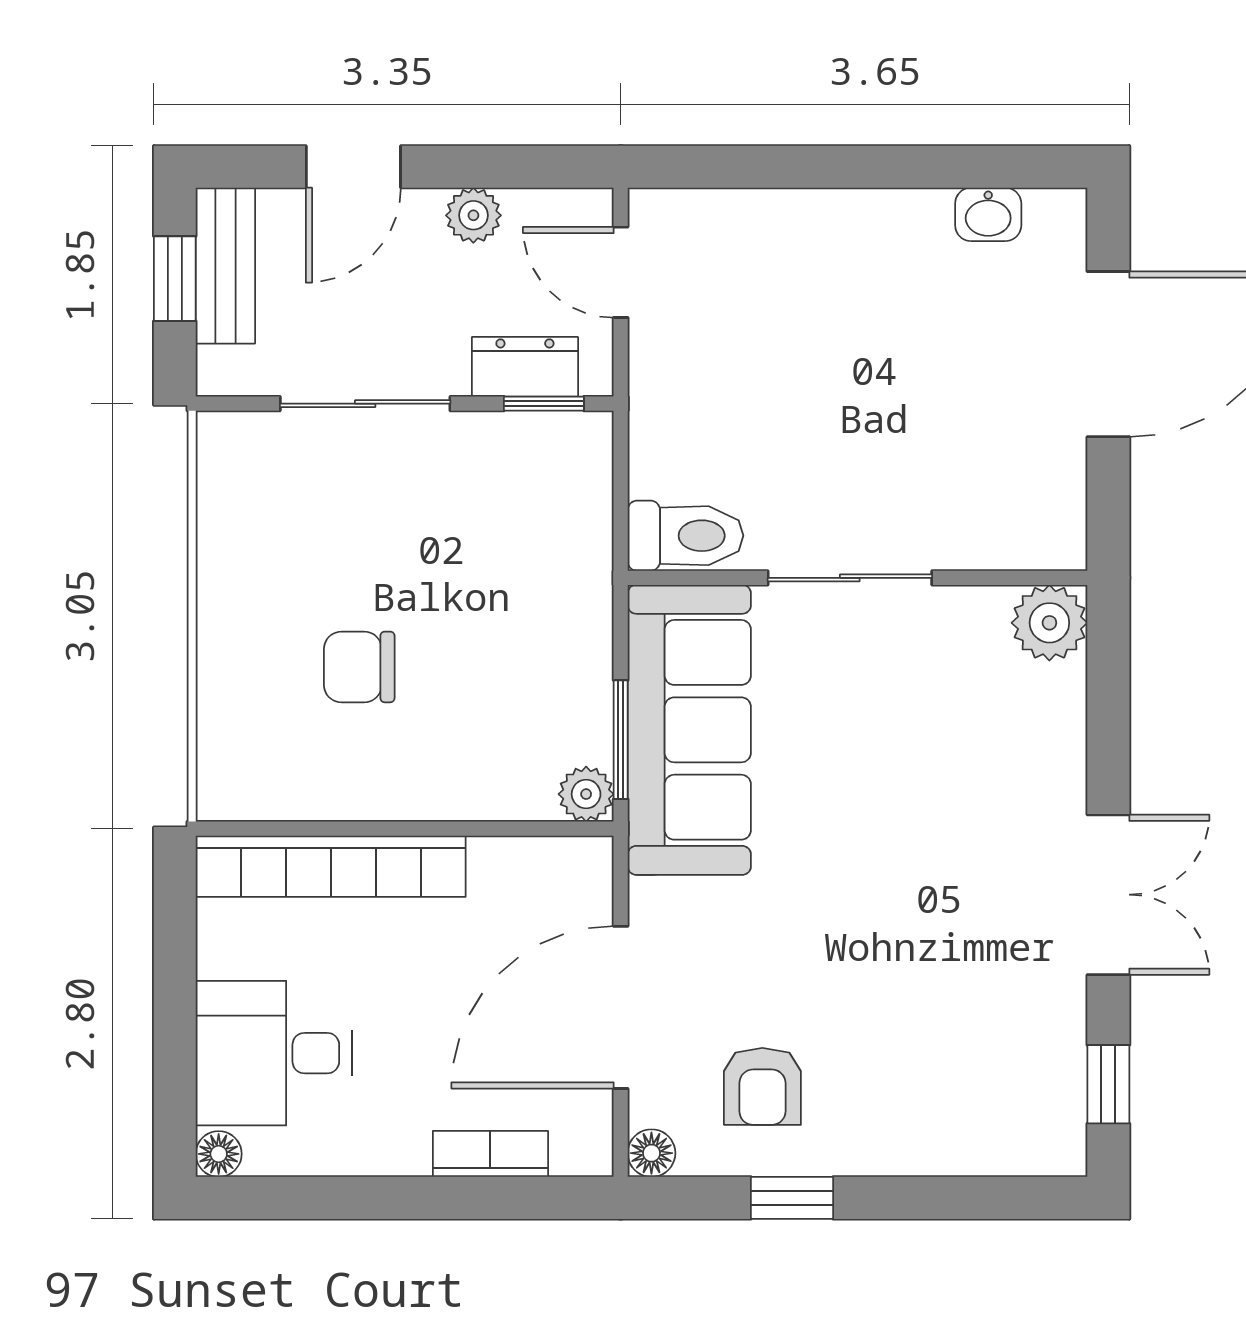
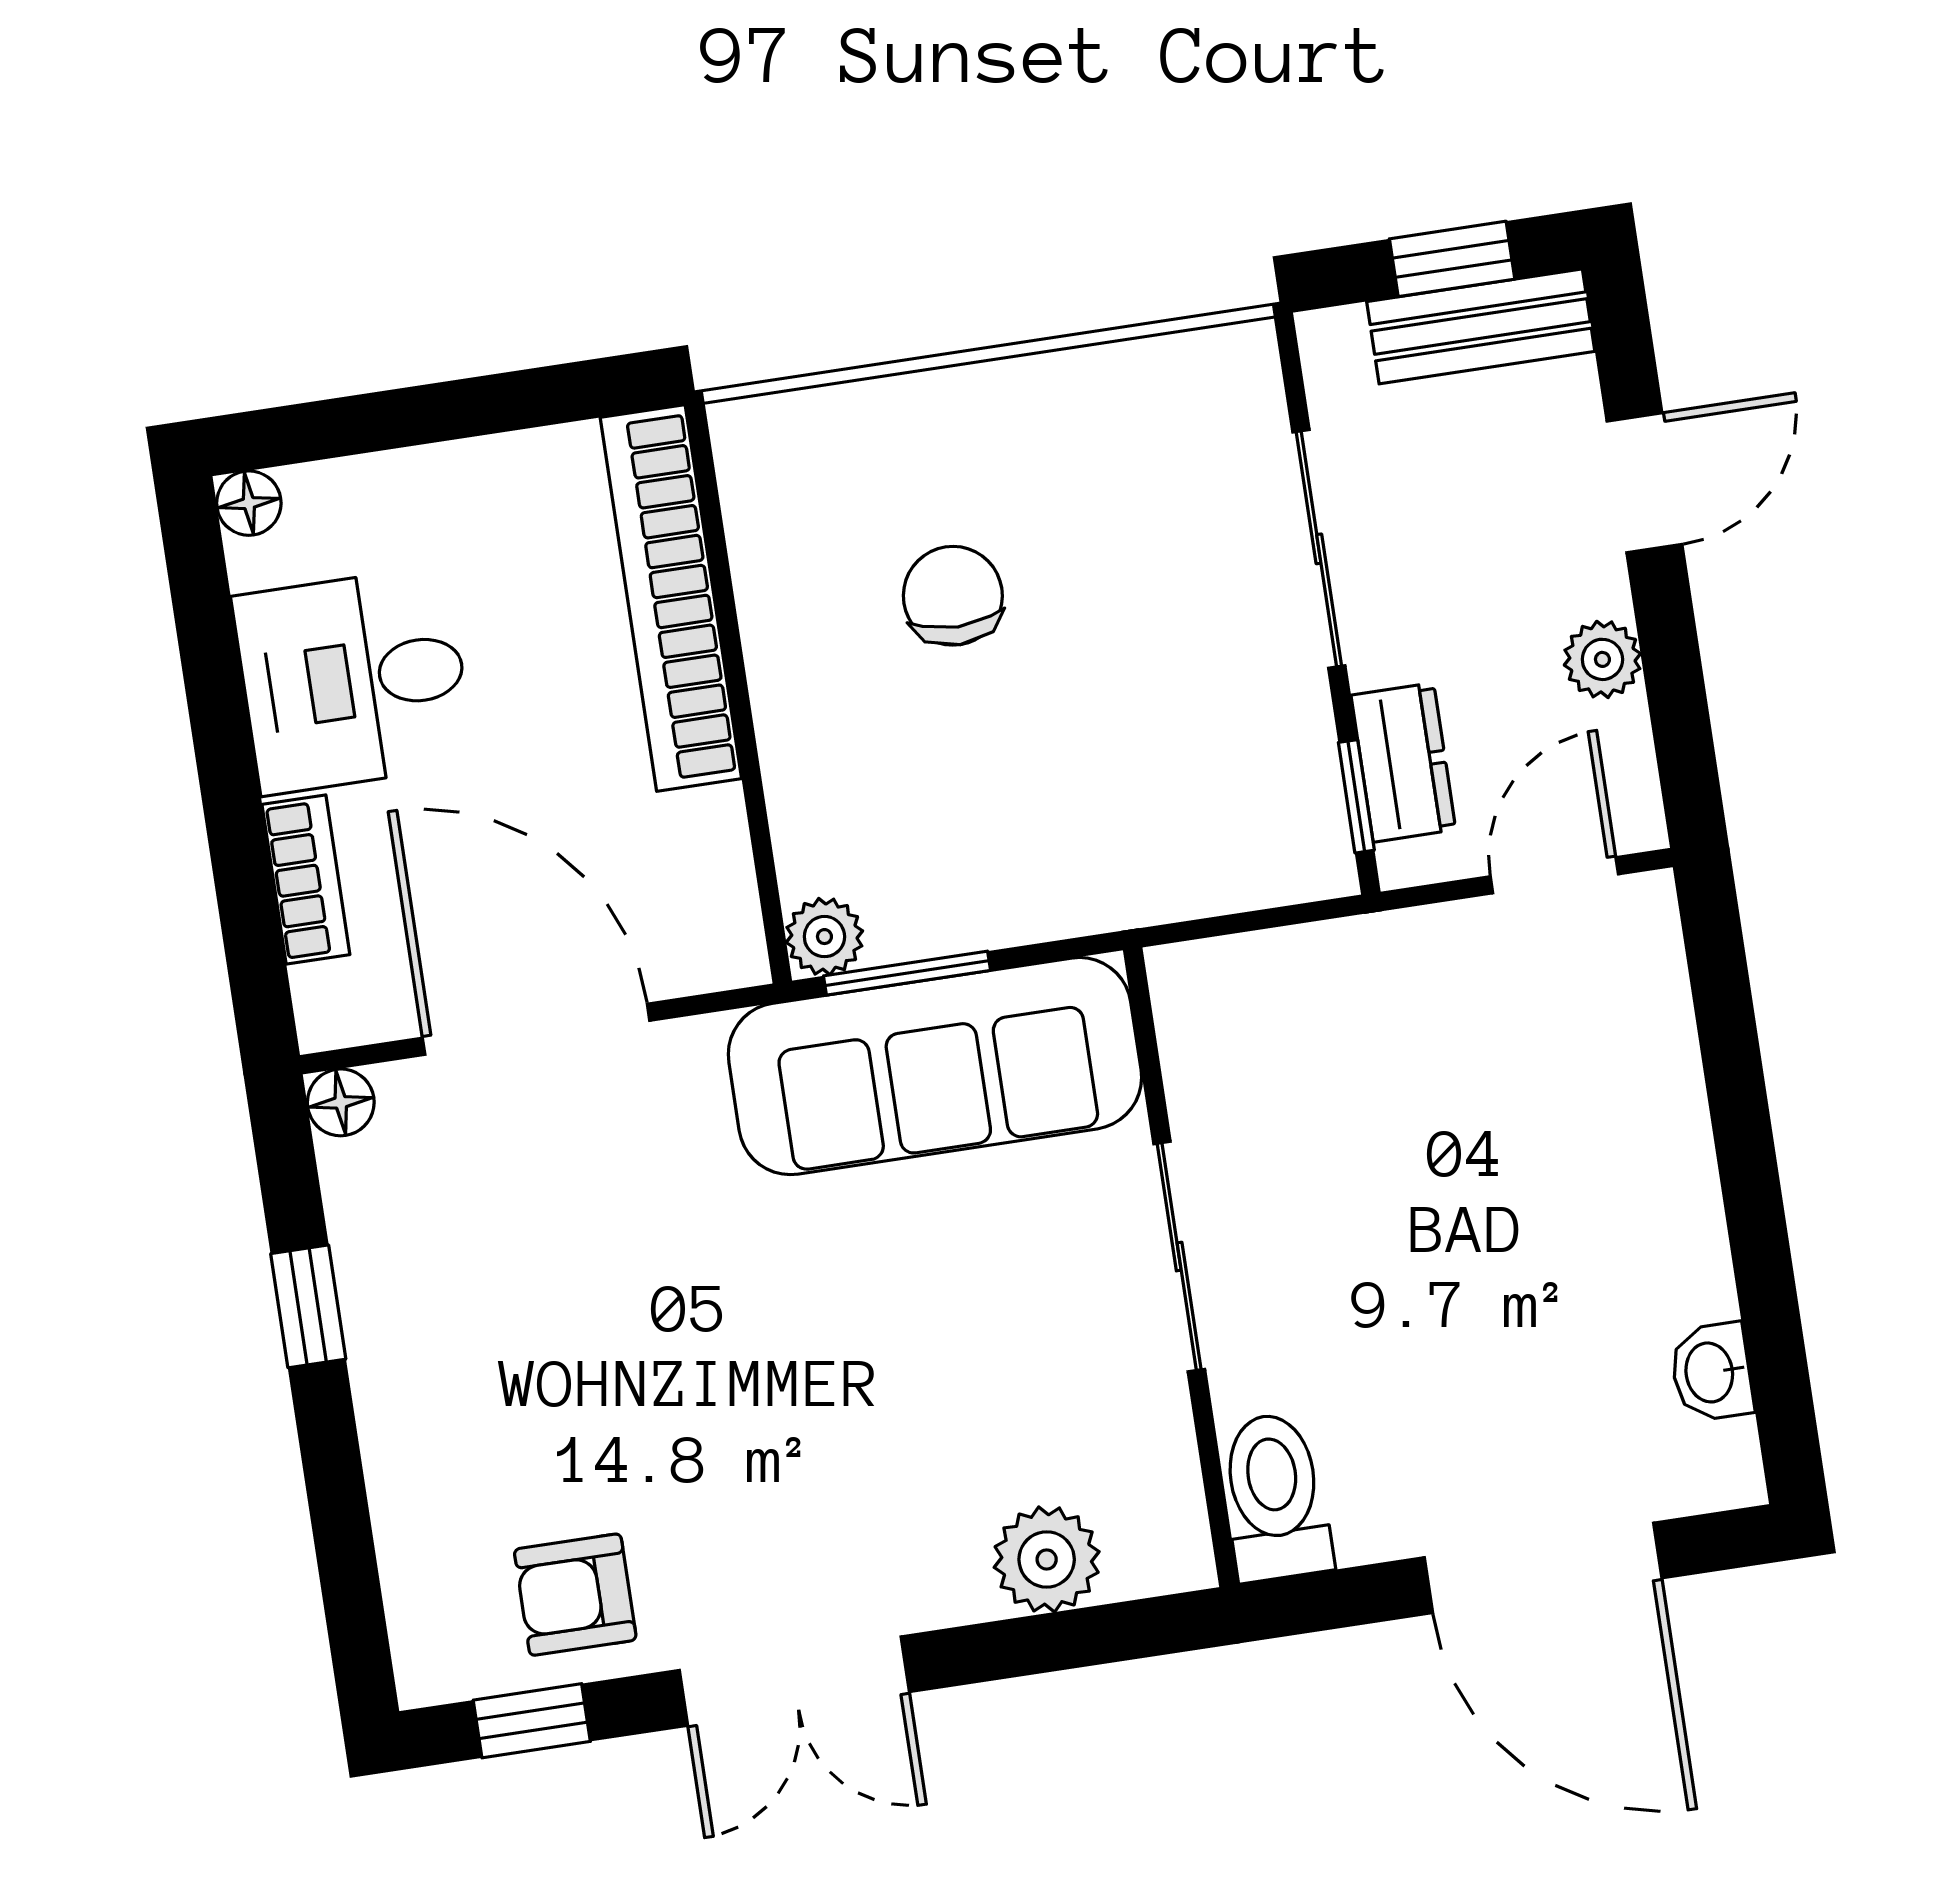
door: (353, 167) -> (1644, 483), swing flipped
toilet: (685, 536) -> (1275, 1497), moved, turned 180
plant: (1049, 623) -> (1047, 1559), moved
desk: (274, 1053) -> (354, 680), moved, turned -90
armchair: (762, 1086) -> (575, 1595), moved

